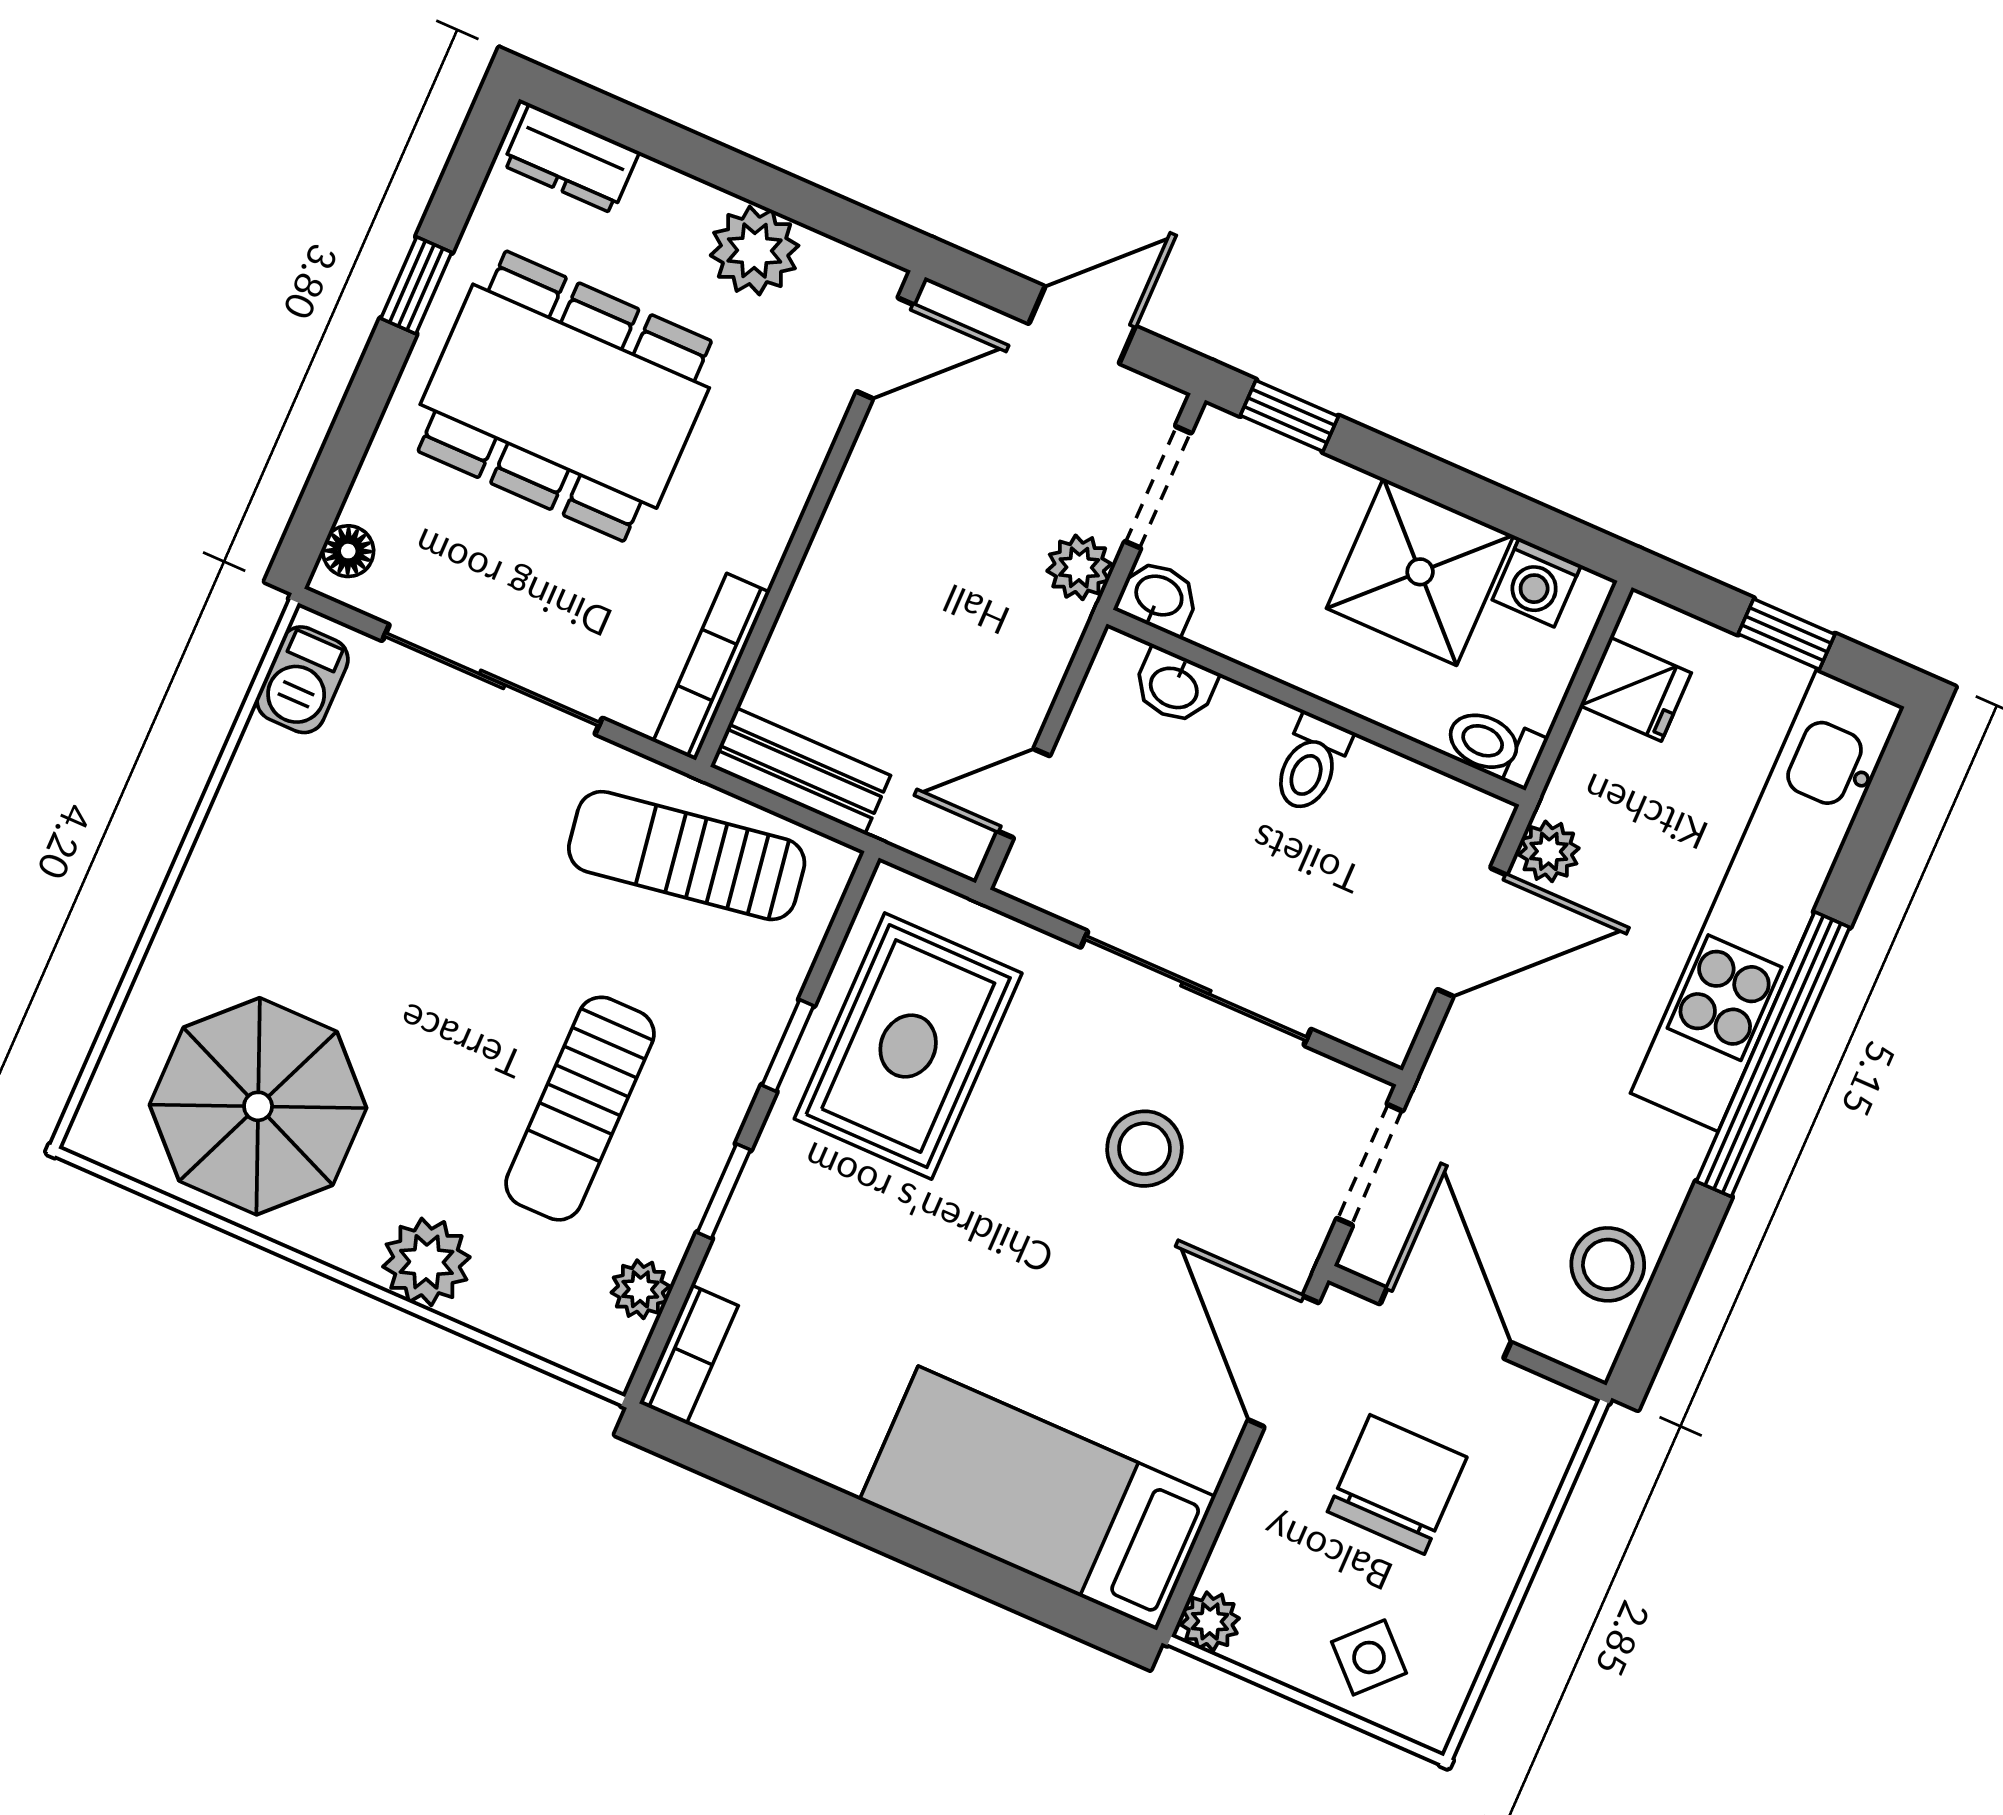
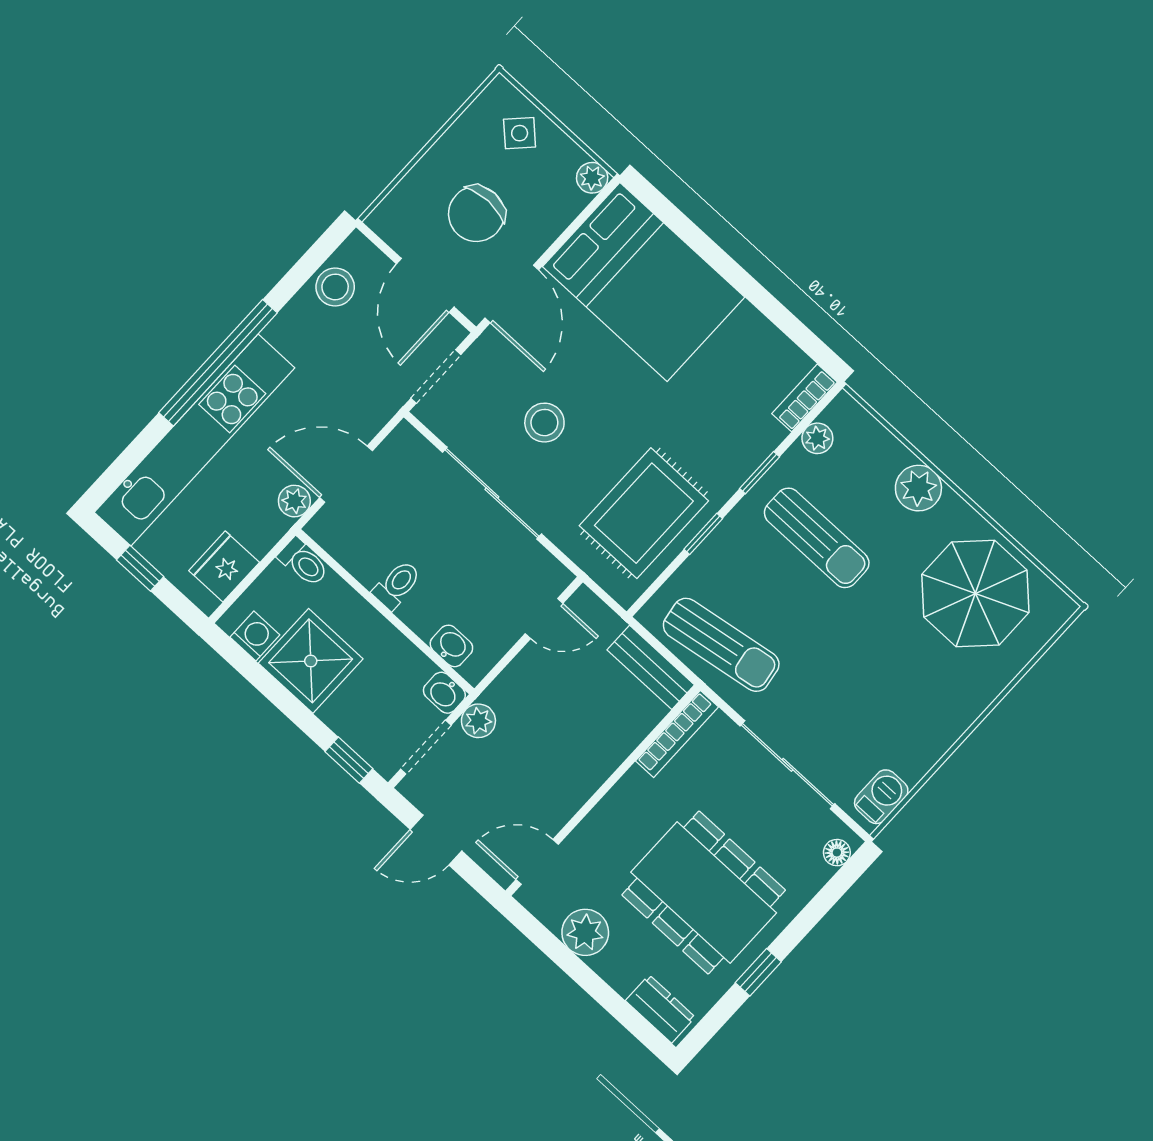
fridge: (1636, 689) -> (224, 566), width x1.38
sun lounger: (580, 1109) -> (817, 538), turned 90
bed: (1038, 1498) -> (644, 282), width x1.50

